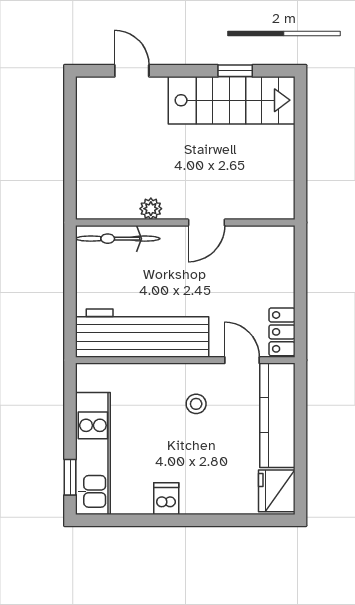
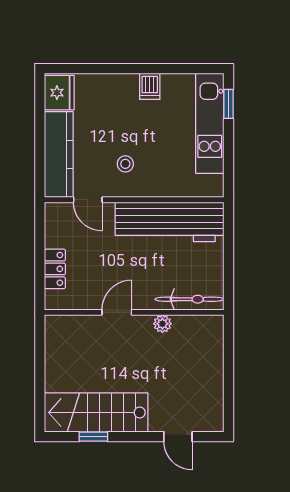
locker: (282, 332) -> (55, 269), moved

